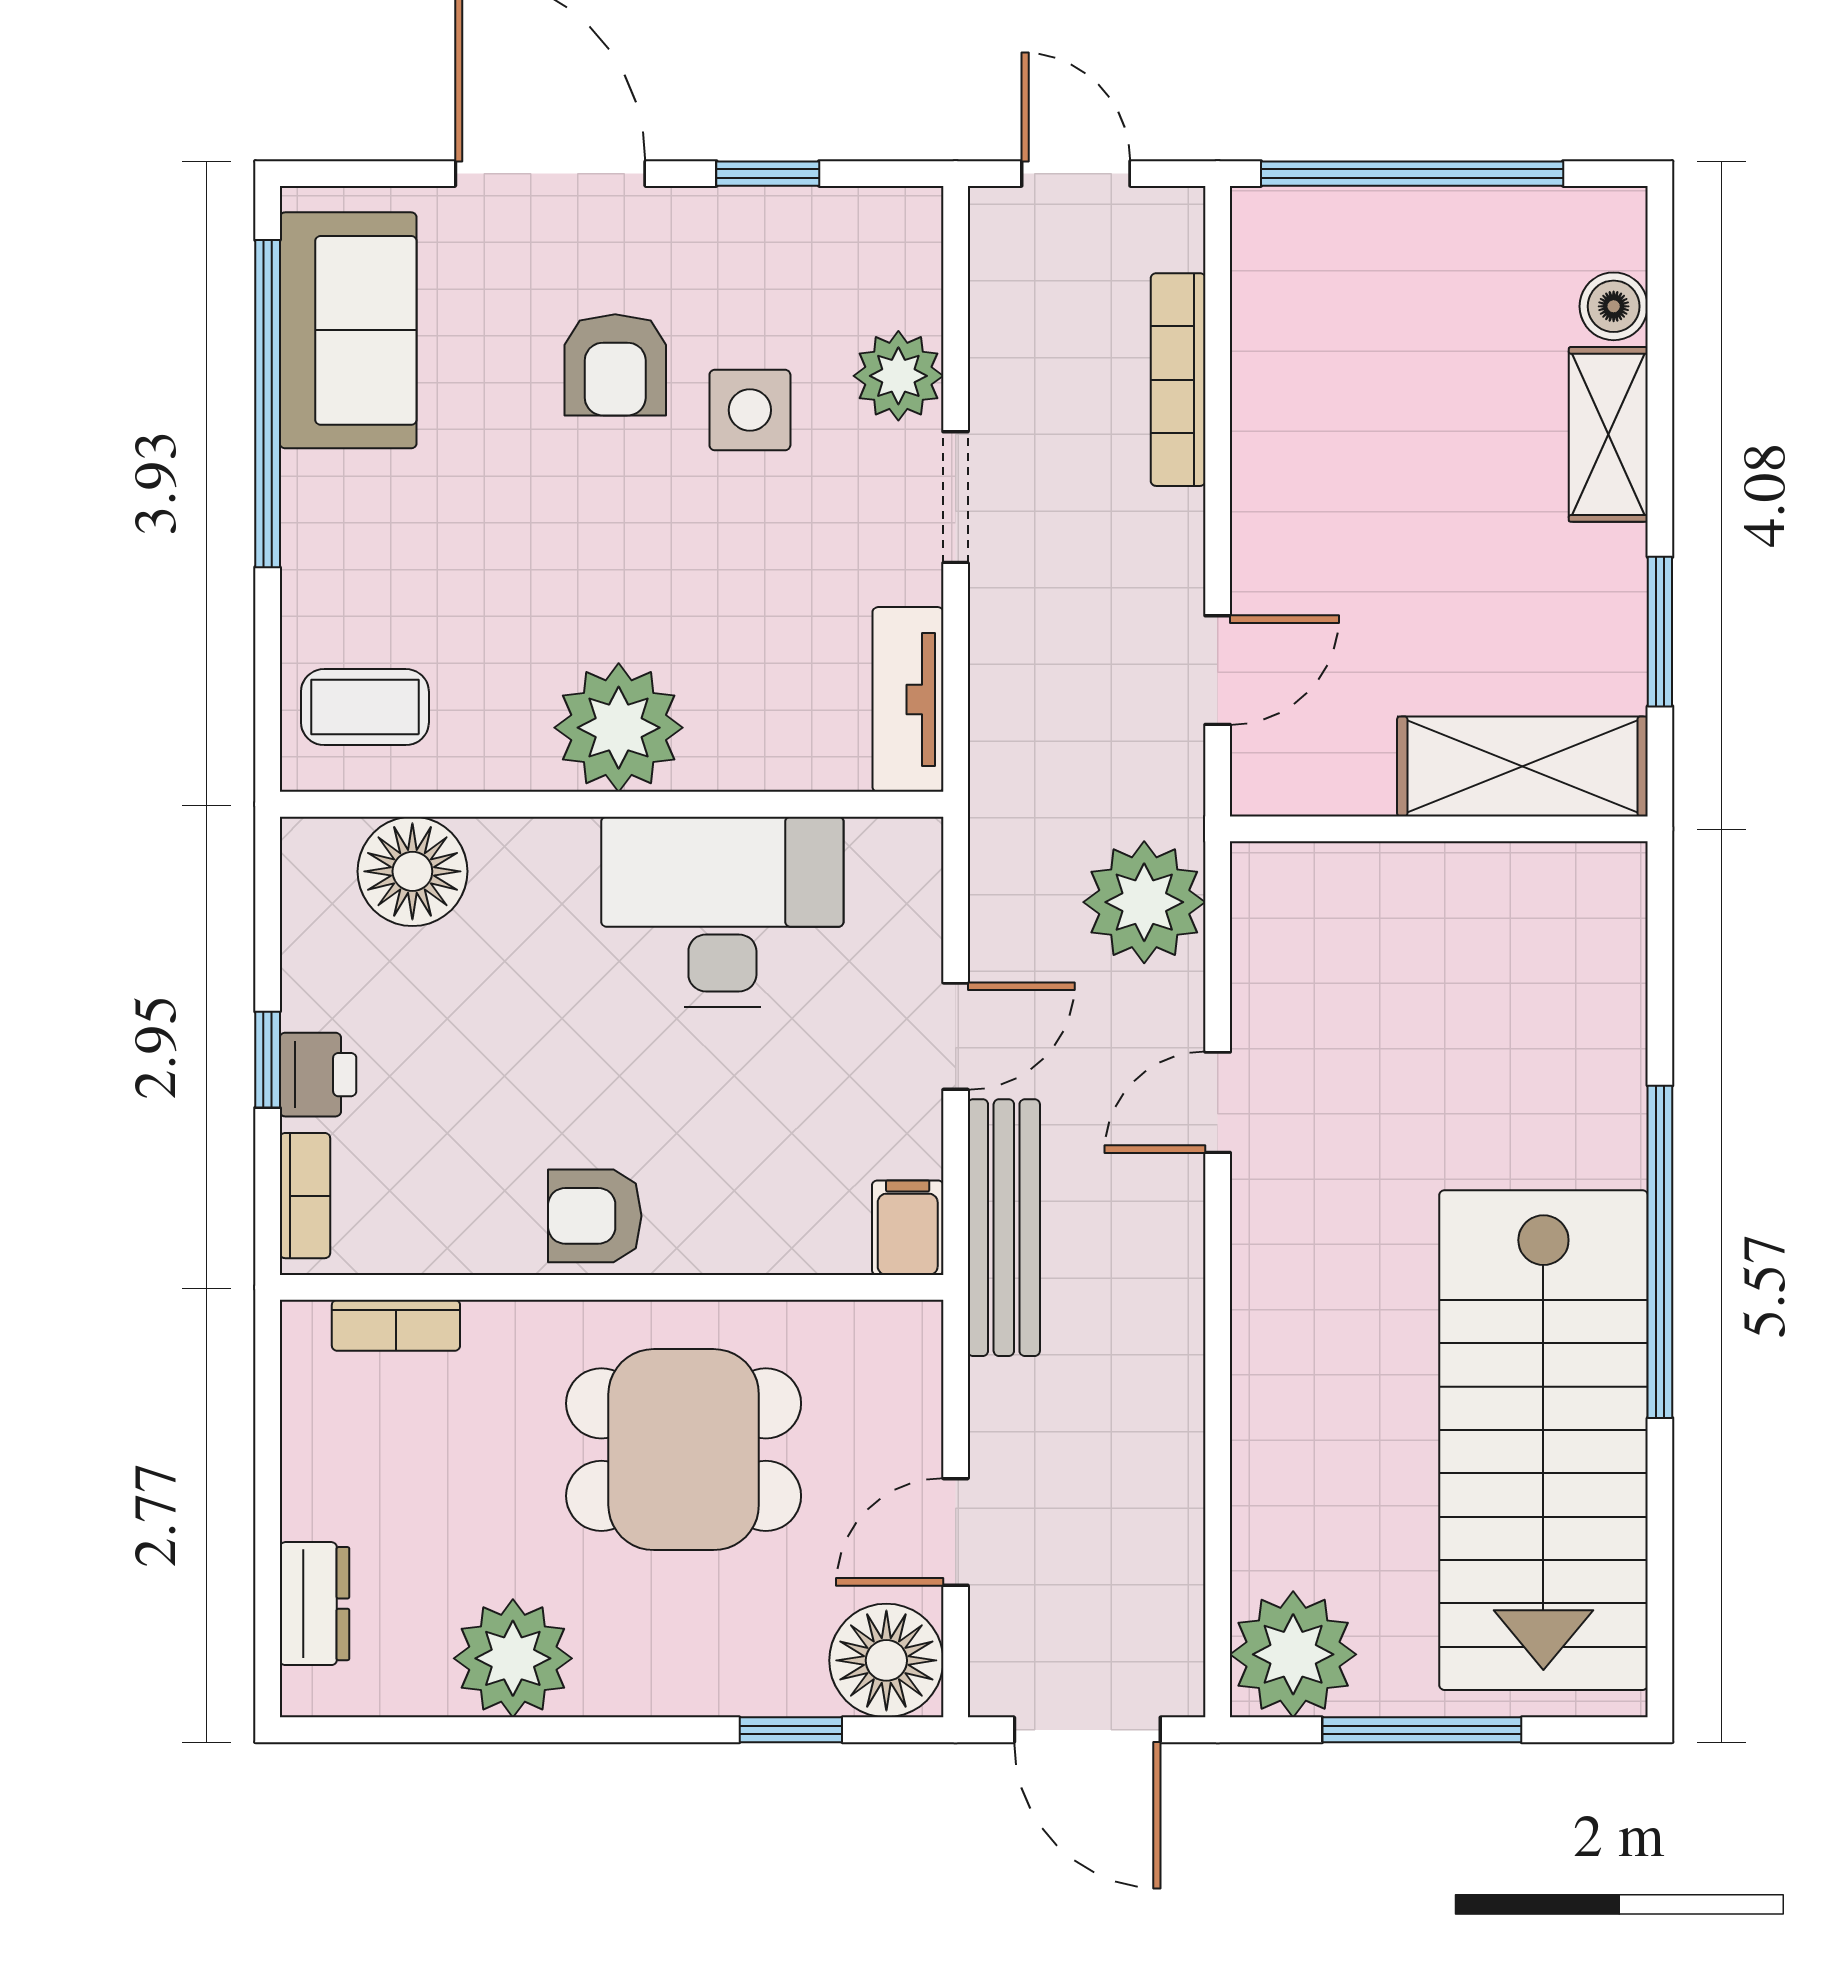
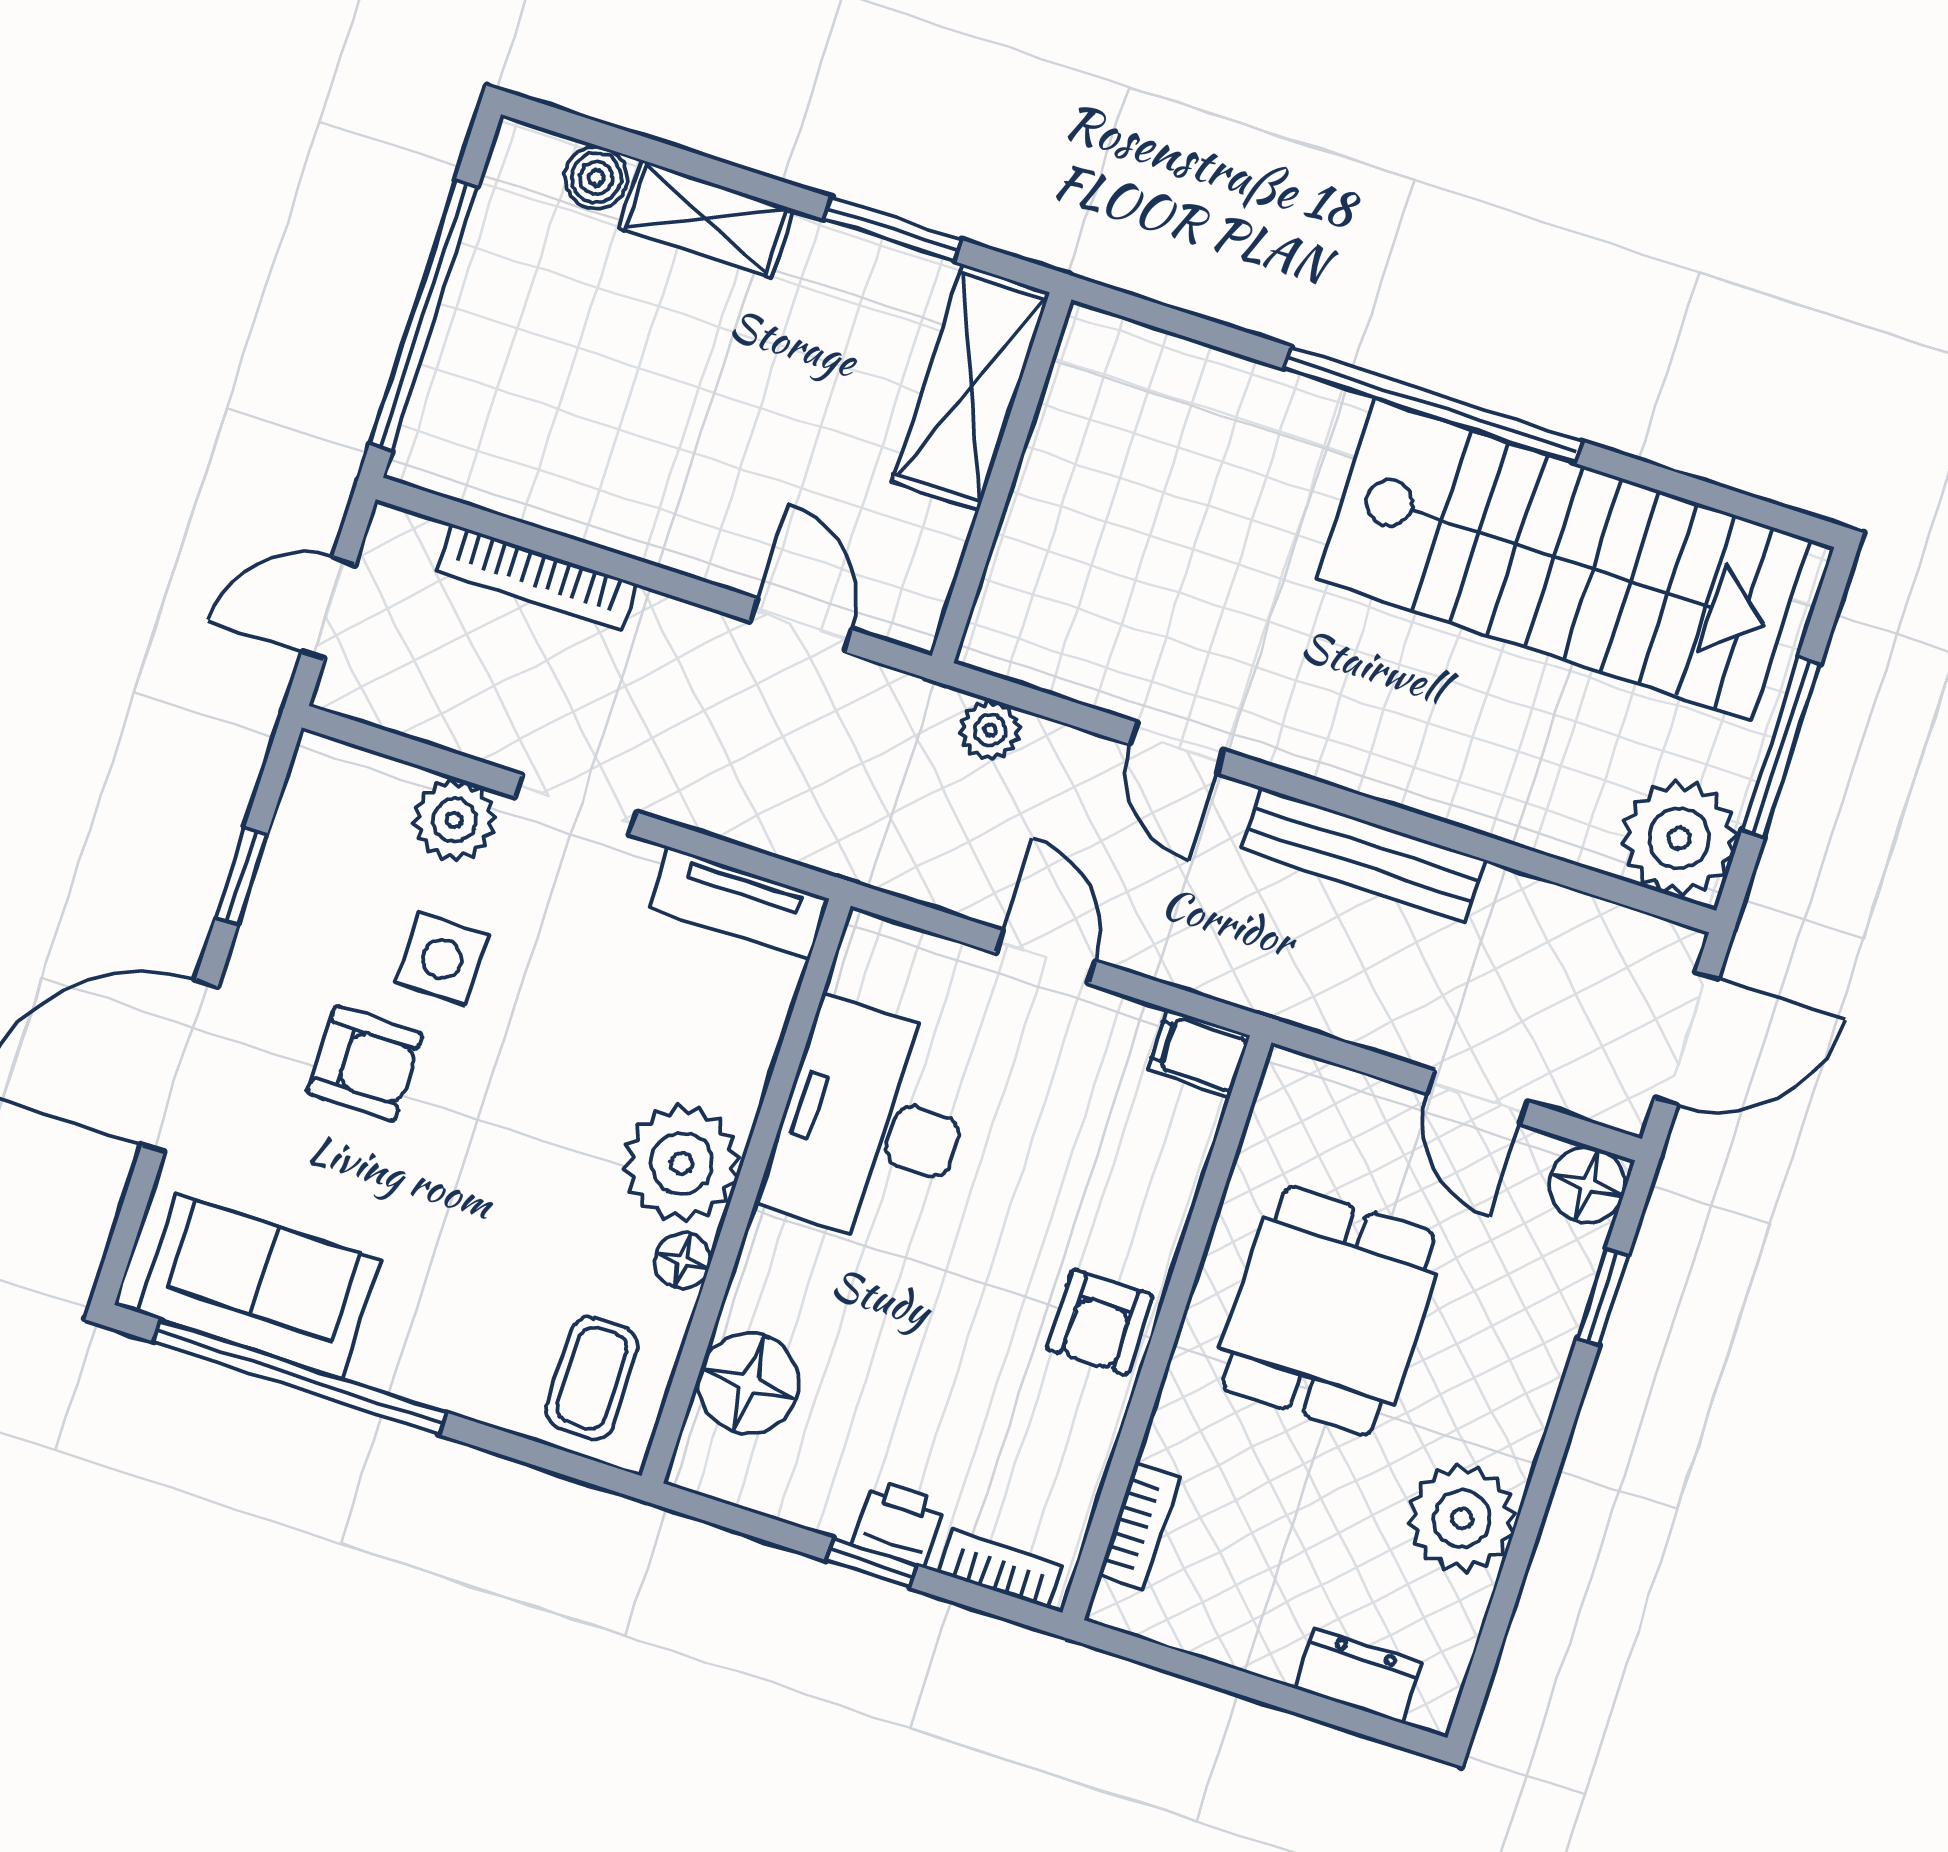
floor lamp: (518, 762) -> (683, 1261), added
plant: (1144, 902) -> (990, 730), width x0.53, depth x0.53
bench: (1004, 1228) -> (1363, 854), moved
floor lamp: (886, 1660) -> (1587, 1185), width x0.73, depth x0.73

